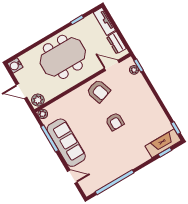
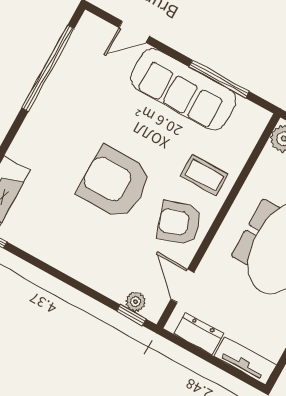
door: (112, 65) -> (182, 286), swing flipped
coffee table: (78, 104) -> (204, 175), added
plant: (43, 114) -> (259, 118), removed
armchair: (115, 122) -> (115, 183), width x1.88, depth x1.88

